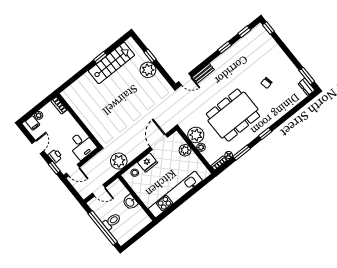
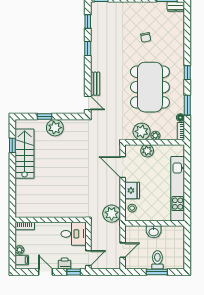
window: (100, 57) -> (12, 145), moved
door: (185, 79) -> (88, 103), hinge flipped
window: (103, 228) -> (157, 272), width x0.47

